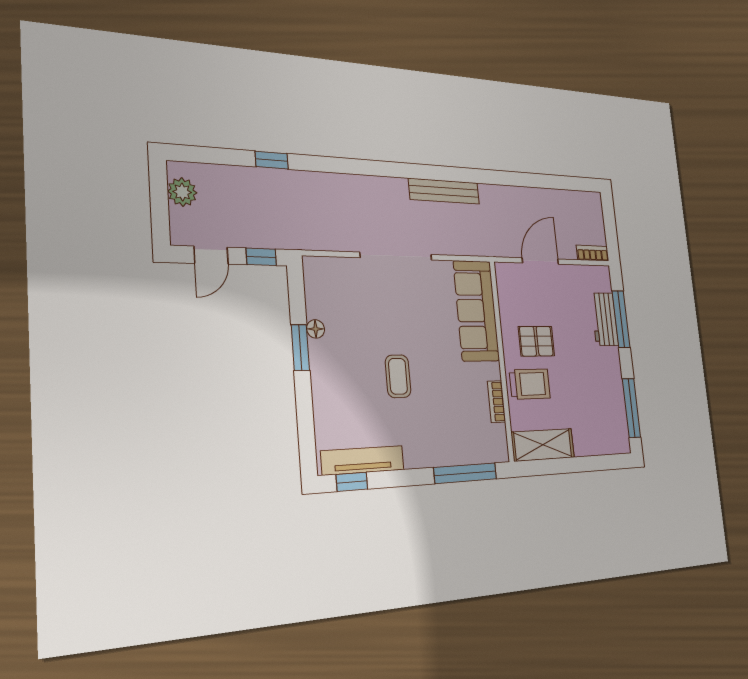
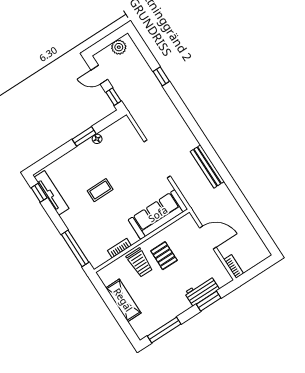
window: (621, 319) -> (209, 301), width x0.69
shelving: (543, 445) -> (123, 300), moved

